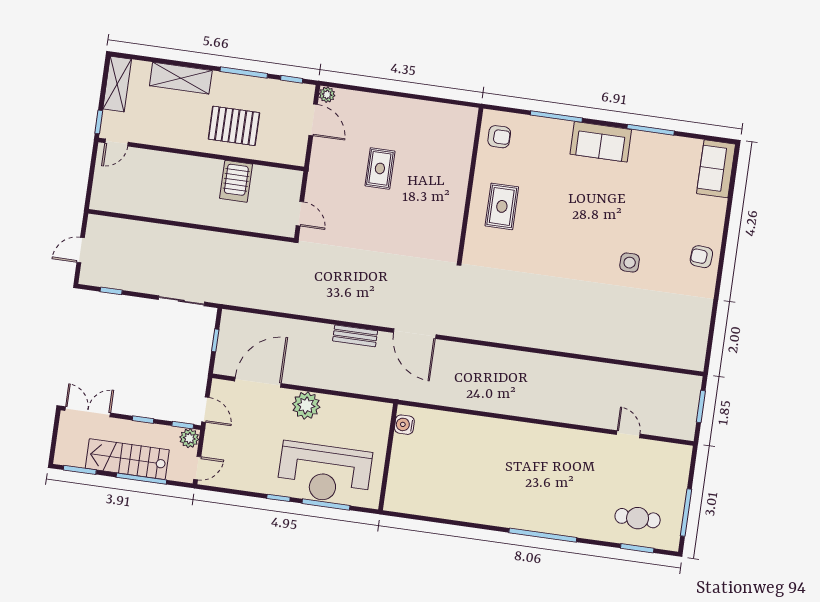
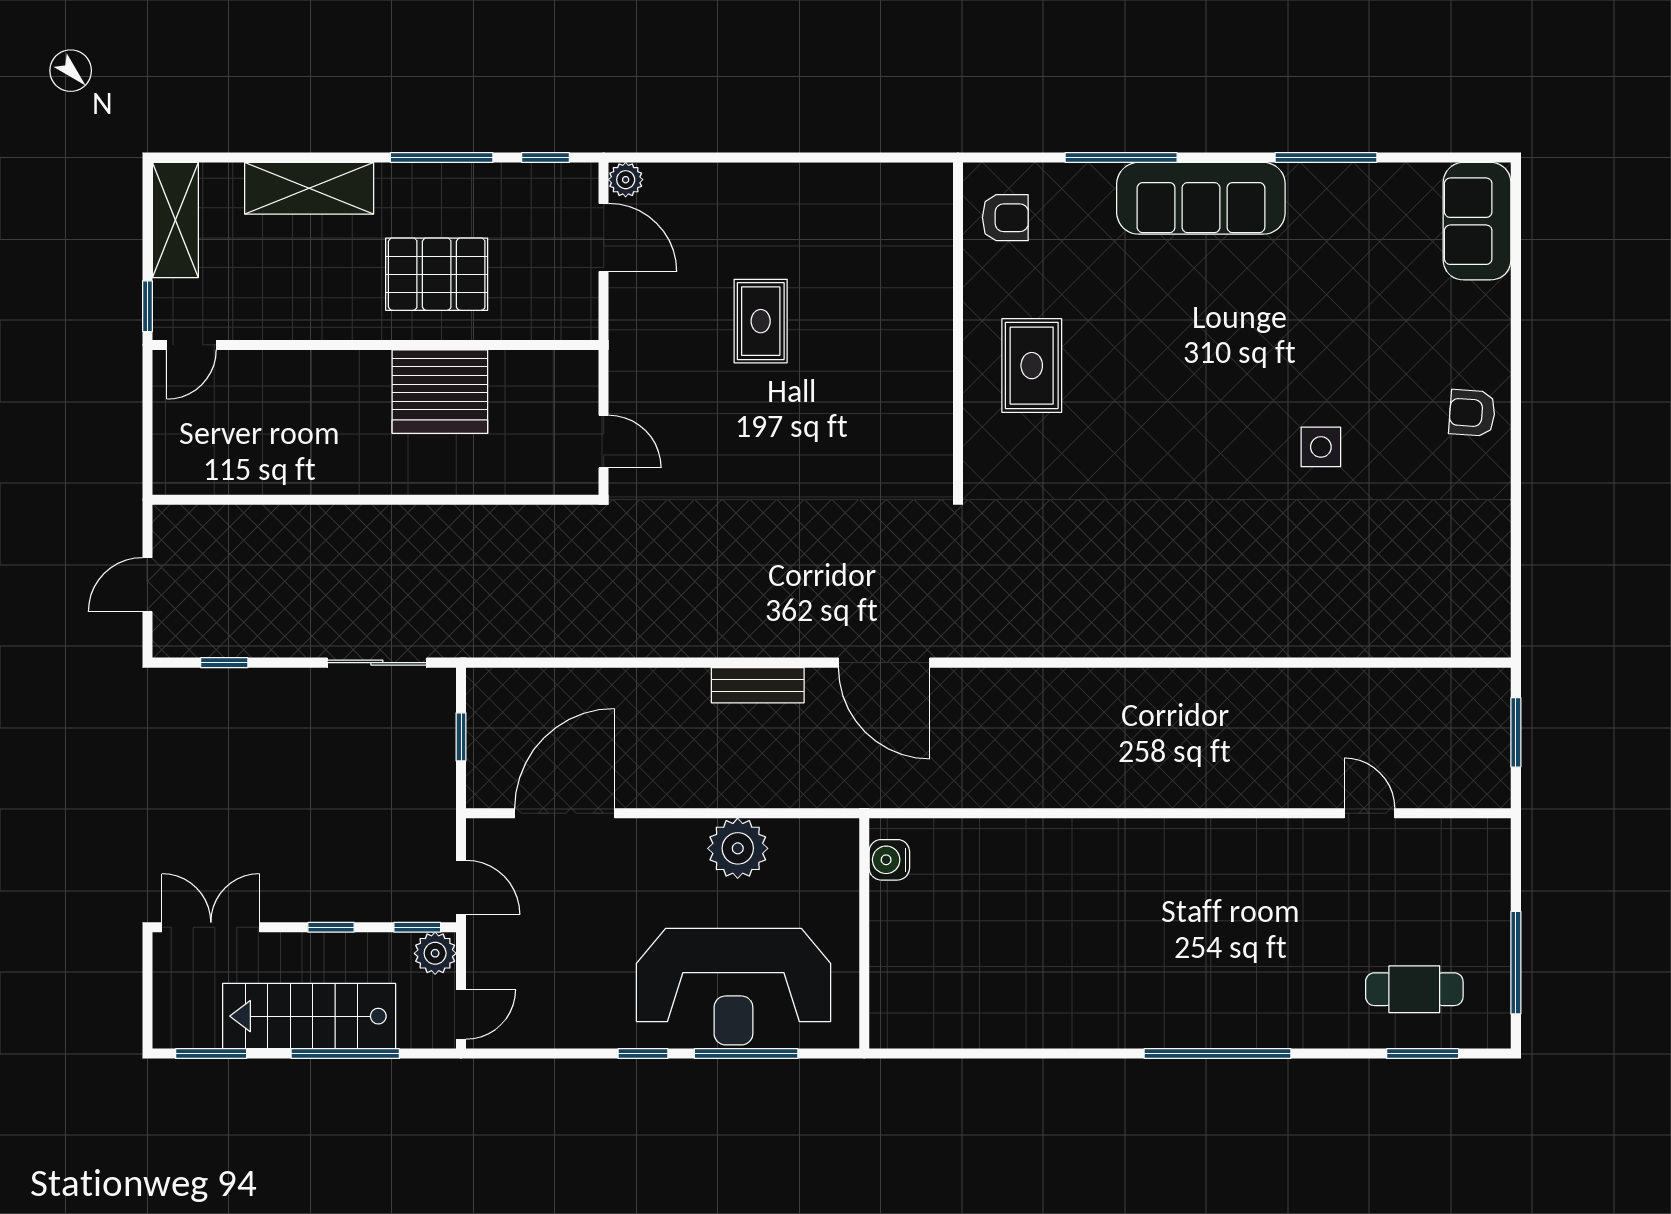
sofa: (601, 142) -> (1201, 198), width x1.36
server rack: (236, 181) -> (440, 392), width x1.60
plant: (306, 405) -> (738, 848), moved

